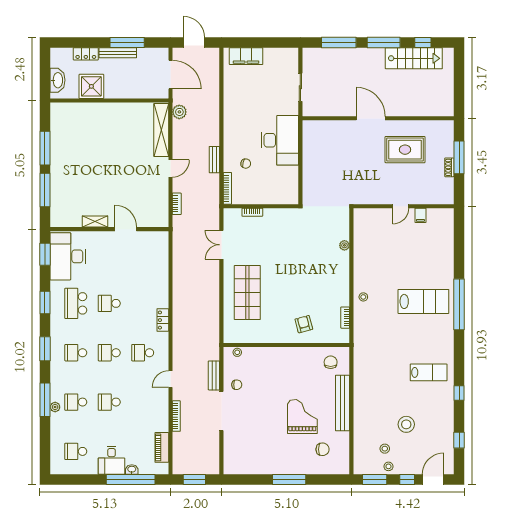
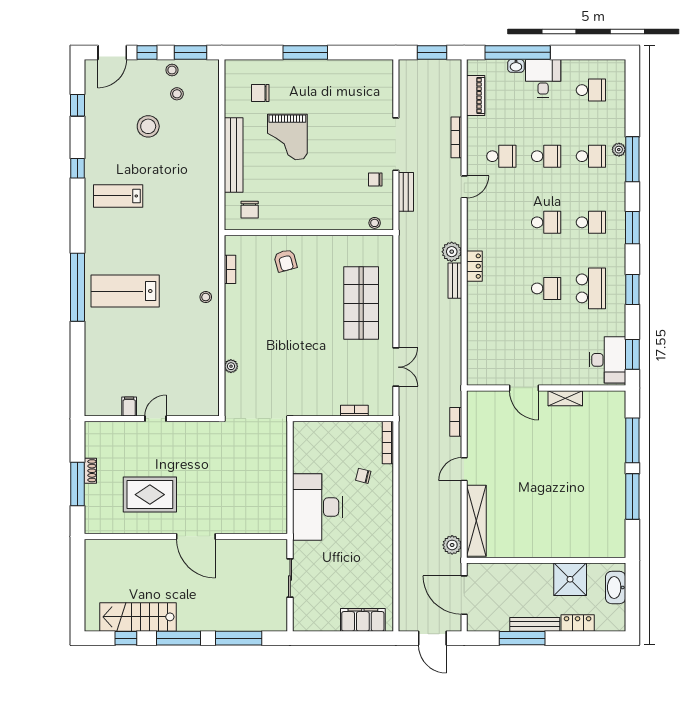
bench: (214, 160) -> (455, 281), moved
desk: (68, 256) -> (607, 360), width x0.73, depth x0.77
plant: (180, 331) -> (452, 252), added
school desk: (143, 353) -> (501, 156), moved

